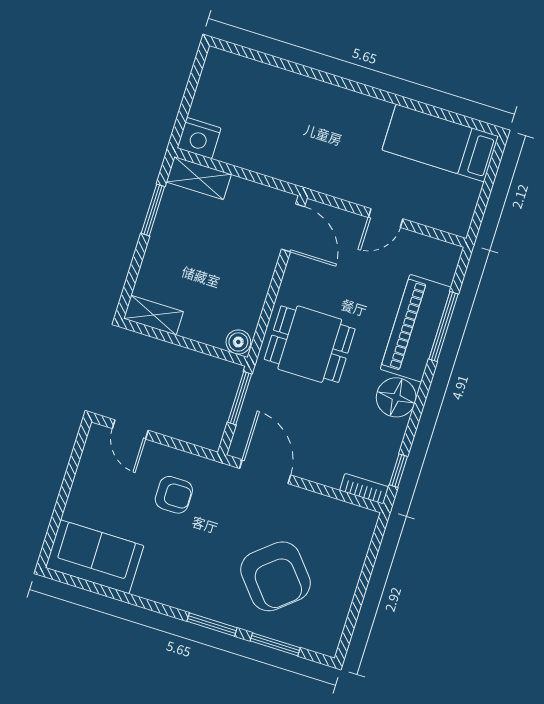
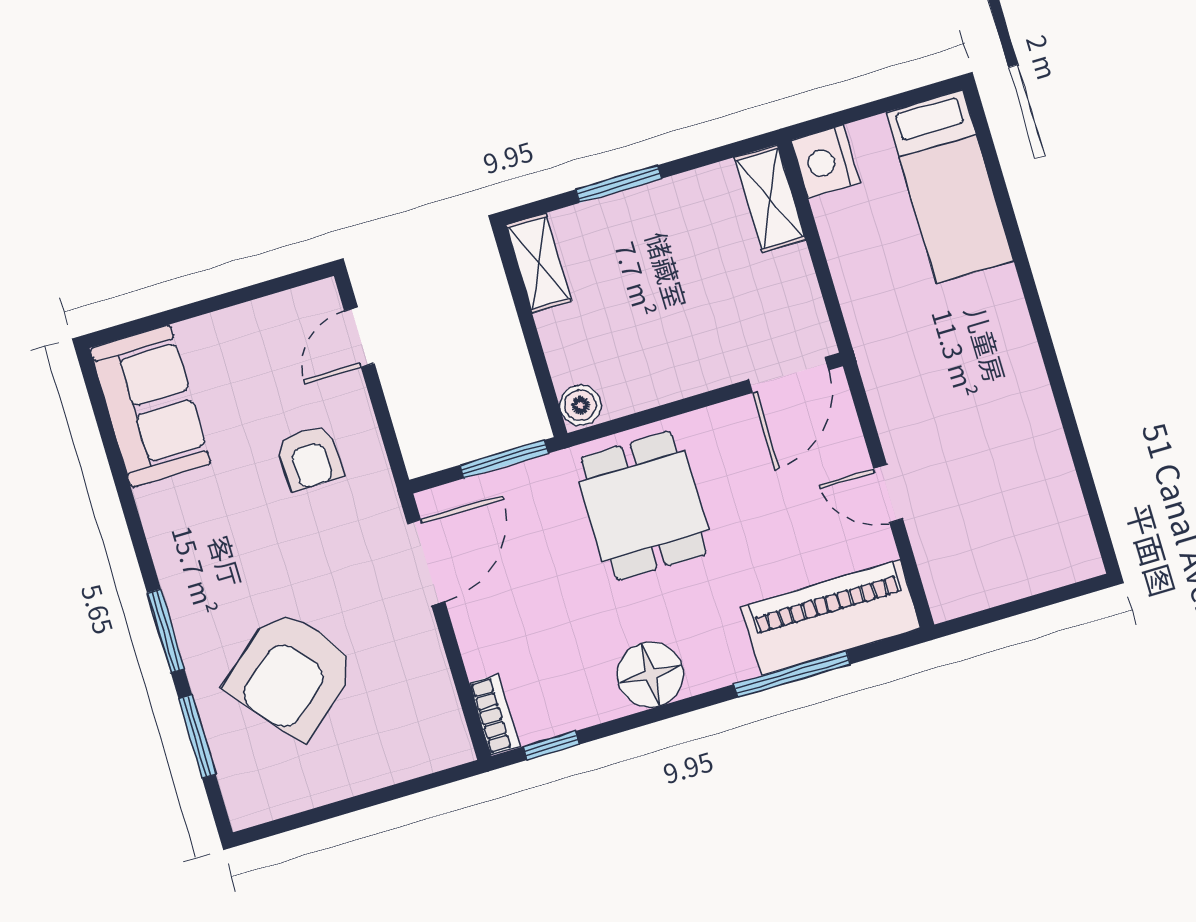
bed: (440, 143) -> (950, 186), moved, turned 180
window: (153, 210) -> (619, 184), moved
piano: (416, 328) -> (831, 618), moved

